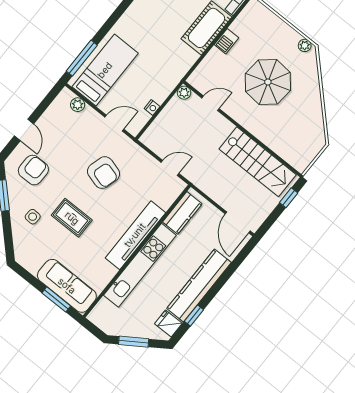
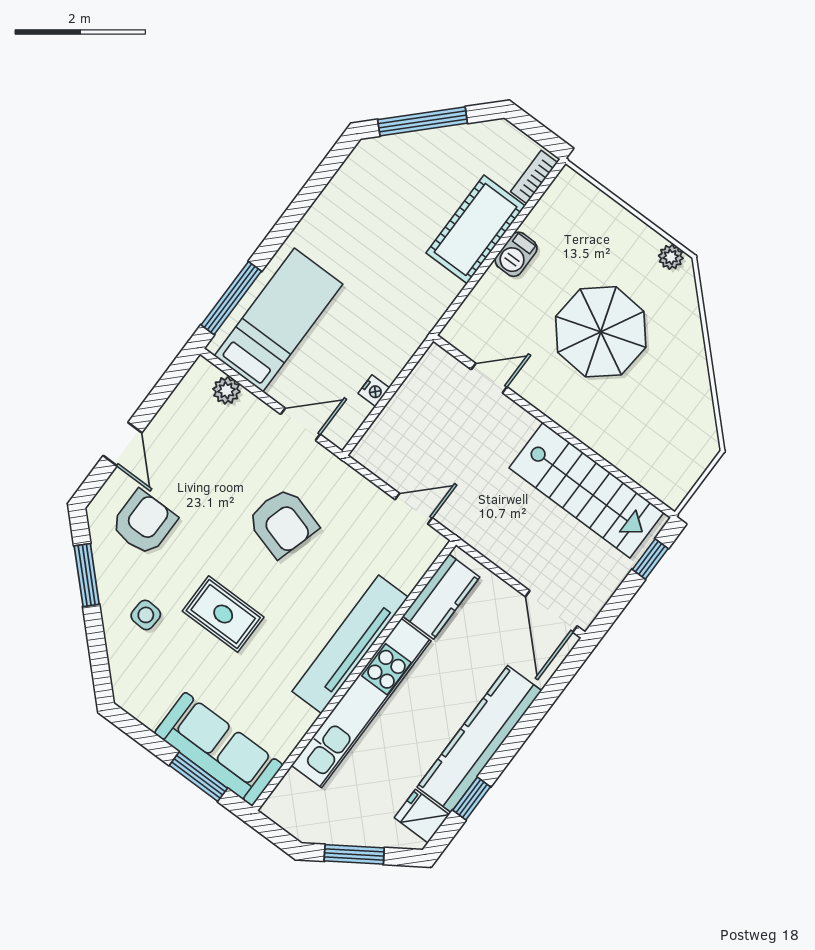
plant: (184, 93) -> (436, 359), removed

